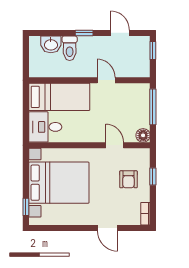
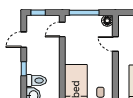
door: (106, 80) -> (62, 30), moved
door: (115, 145) -> (115, 44), hinge flipped

